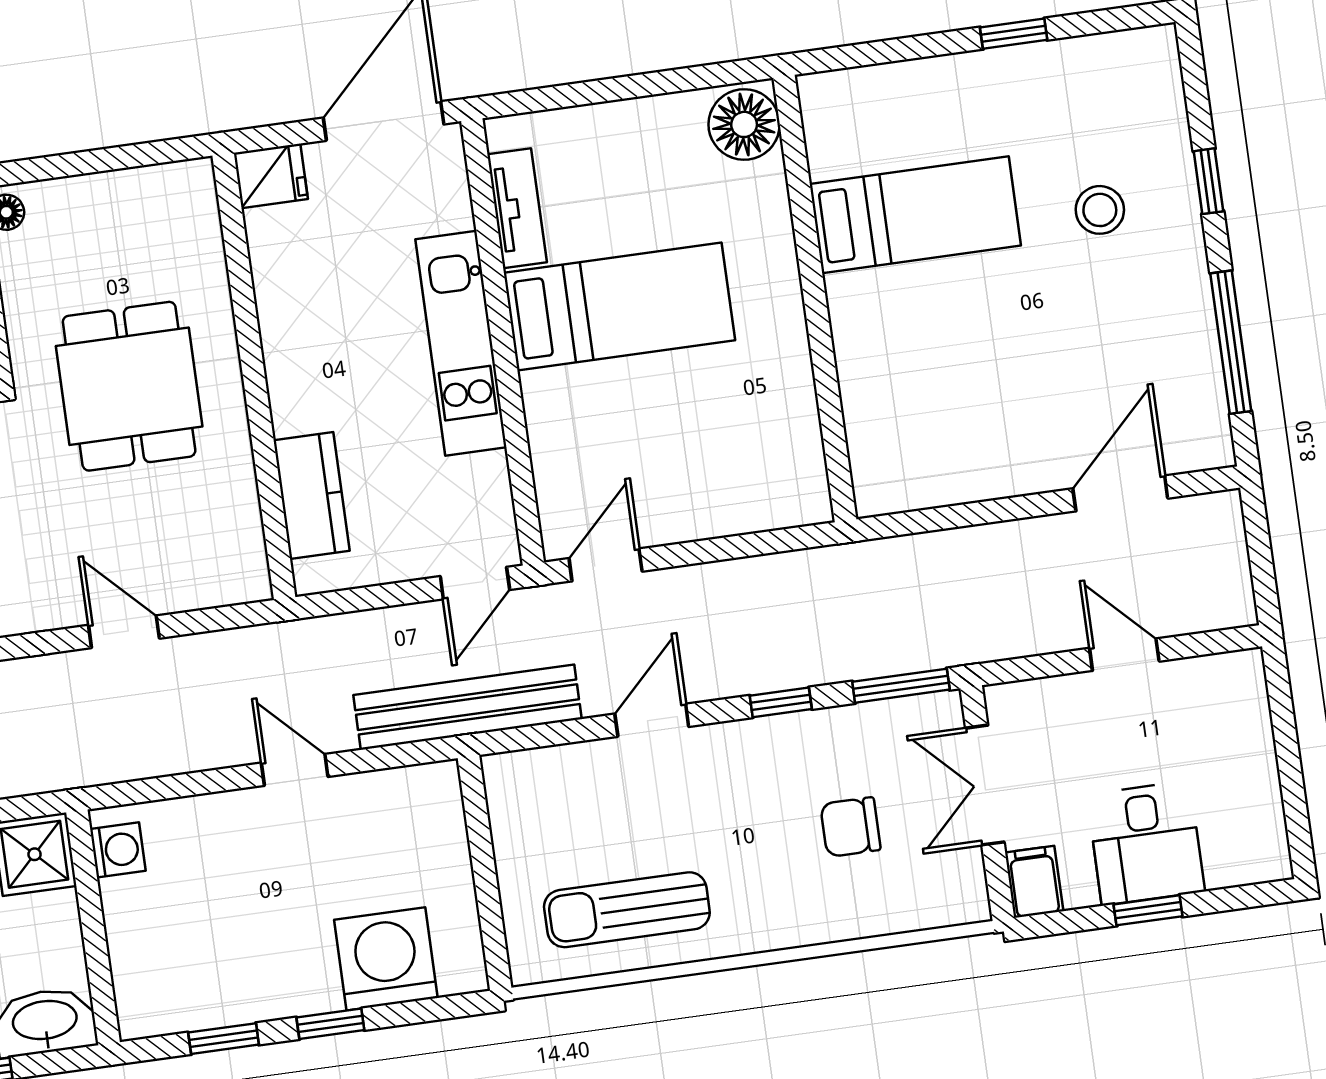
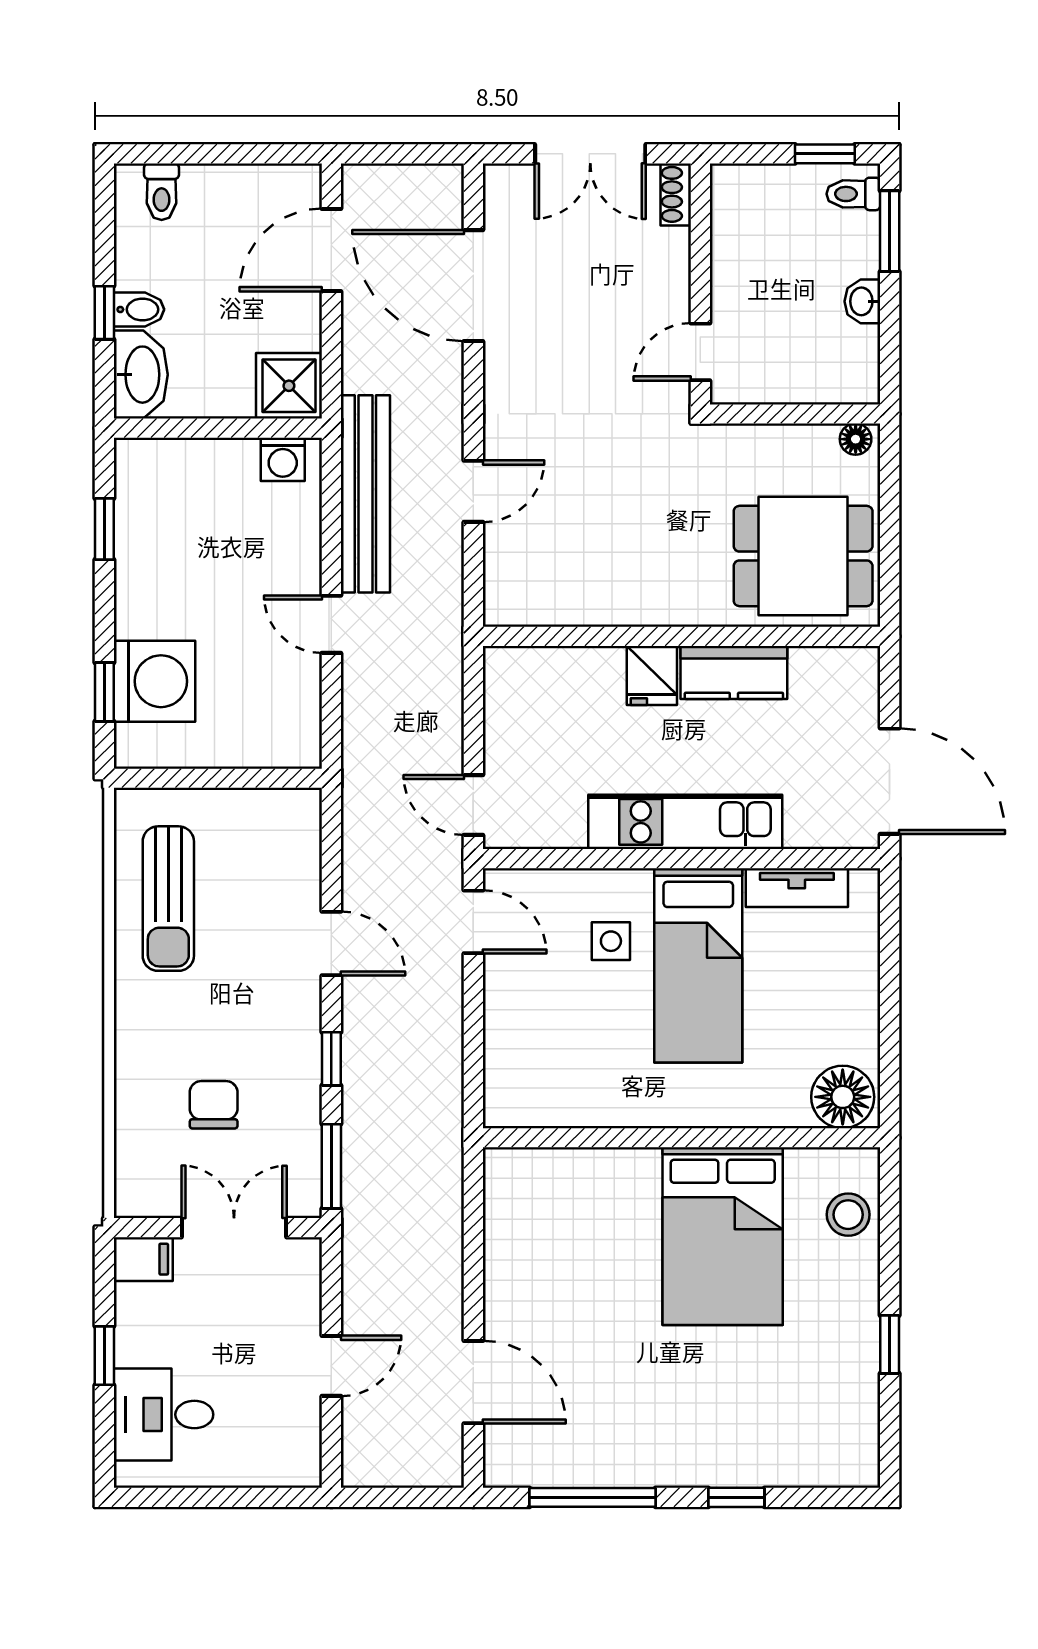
fridge: (271, 176) -> (652, 675), moved
stool: (1100, 210) -> (848, 1215), moved
bed: (915, 215) -> (723, 1236), width x1.50
dining table: (129, 386) -> (803, 556), moved
side table: (606, 408) -> (611, 941), added
kitchen counter: (312, 496) -> (734, 672), moved
bench: (467, 707) -> (365, 494), moved
door: (295, 770) -> (331, 624), swing flipped
desk: (1146, 843) -> (163, 1415), moved
sun lounger: (627, 910) -> (168, 899), turned 180
window: (330, 1024) -> (104, 692), moved

